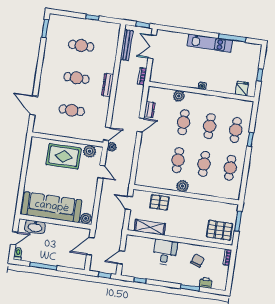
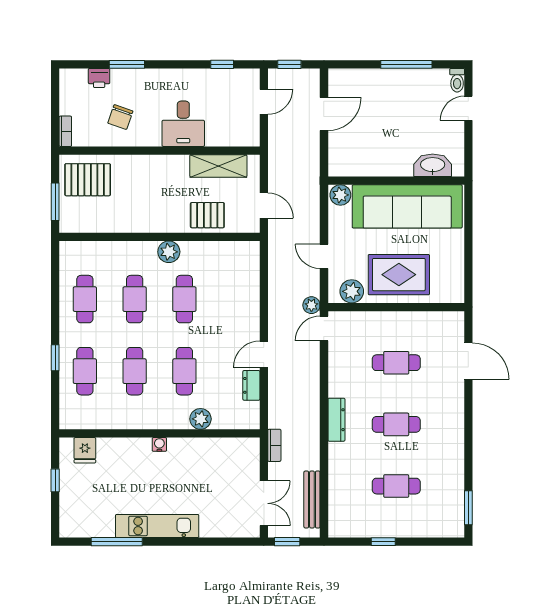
sofa: (52, 207) -> (407, 206), moved
plant: (86, 218) -> (340, 195), moved
wall: (55, 222) -> (396, 181), moved
washbasin: (35, 227) -> (433, 165), moved

